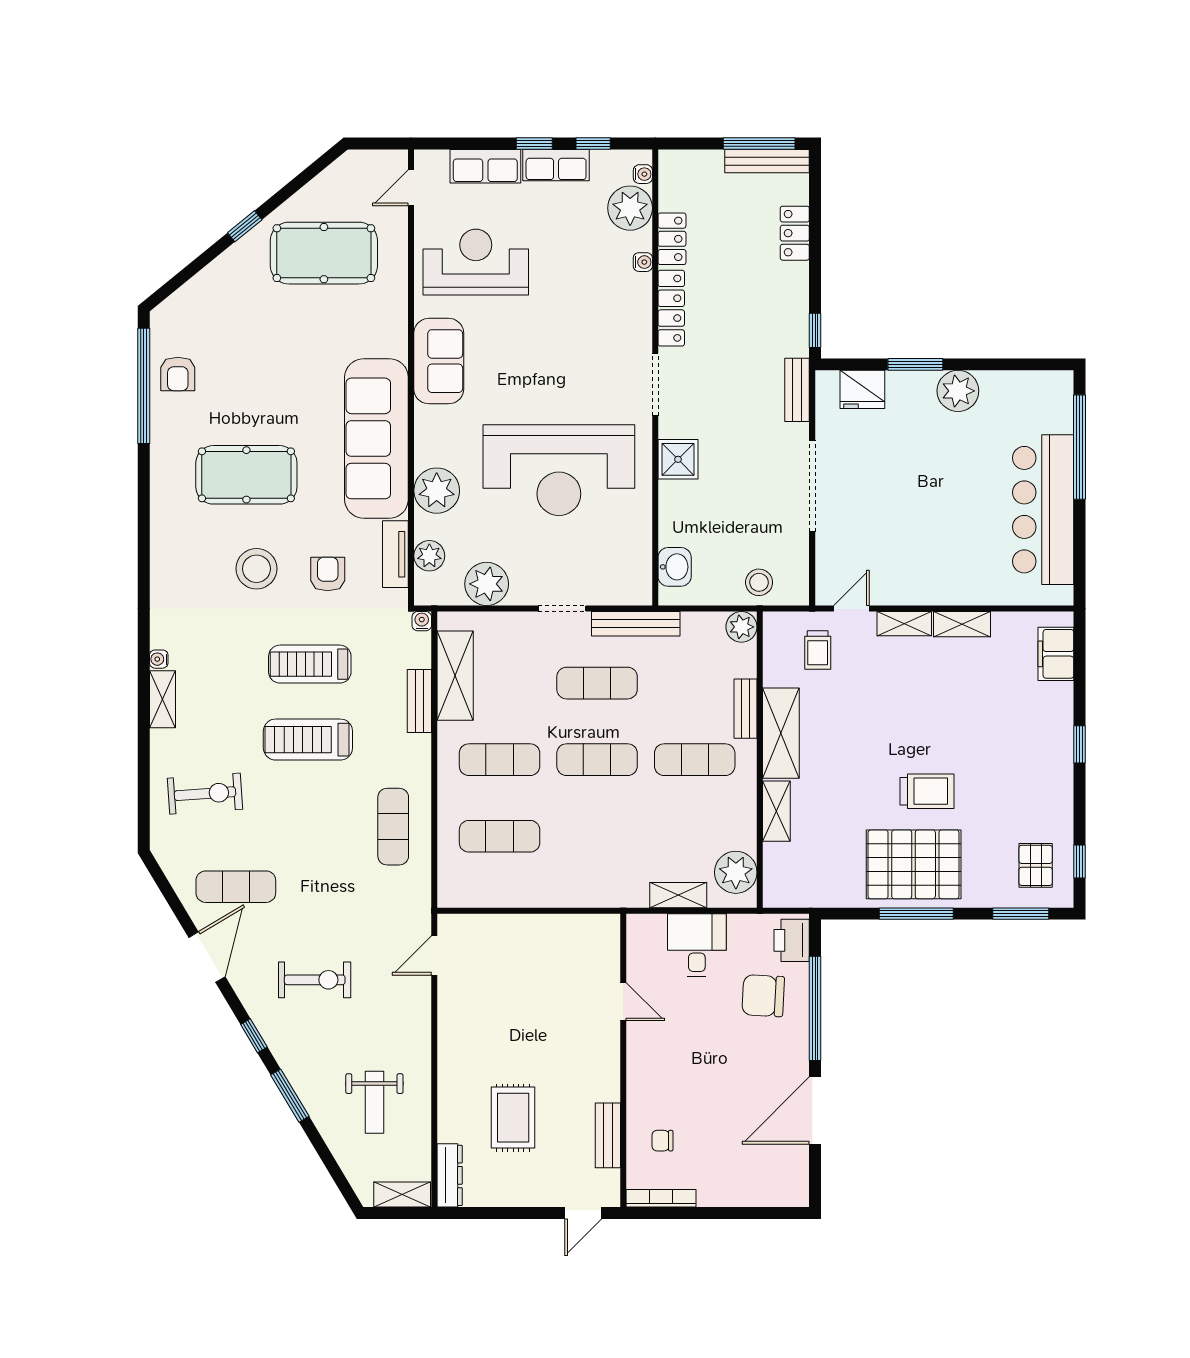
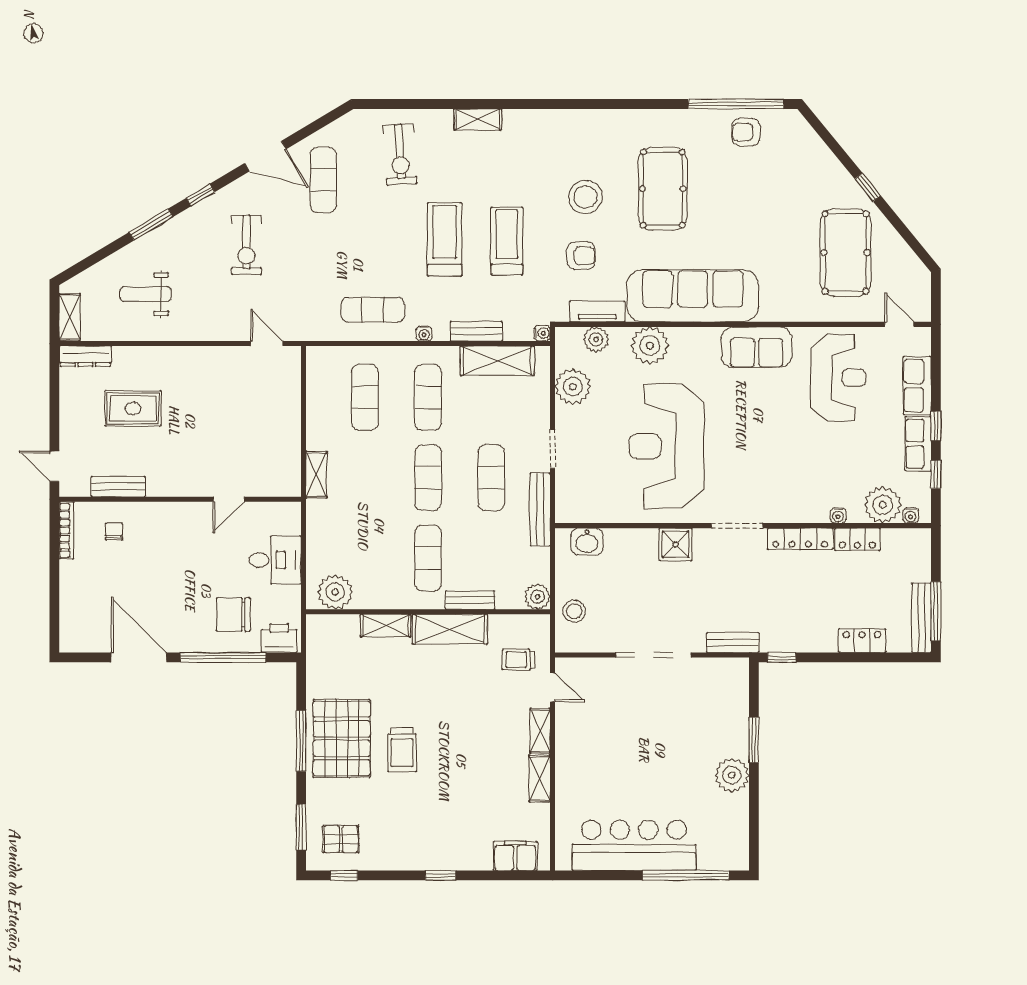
fridge: (862, 389) -> (733, 696), removed
water cooler: (159, 659) -> (424, 334), moved, turned 180
shelving: (678, 895) -> (316, 475), moved
chair: (763, 996) -> (233, 615), turned -93

